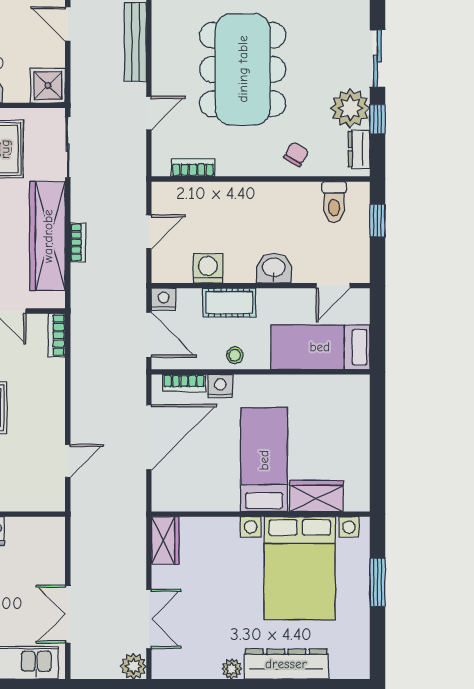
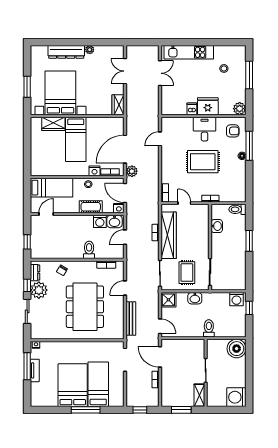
toilet: (334, 202) -> (89, 250), moved
washbasin: (274, 268) -> (114, 221), moved
plant: (133, 666) -> (132, 171), moved

